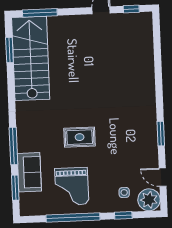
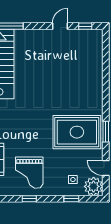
rug: (80, 137) -> (77, 132), moved, width x1.86, depth x2.06
window: (73, 217) -> (29, 199), width x0.32

